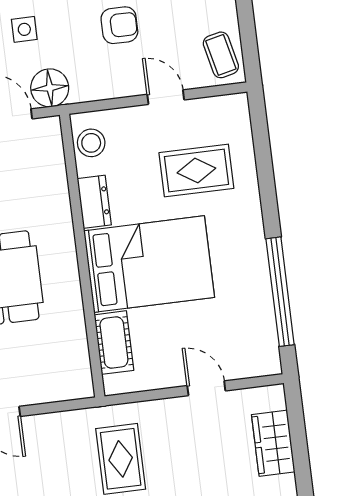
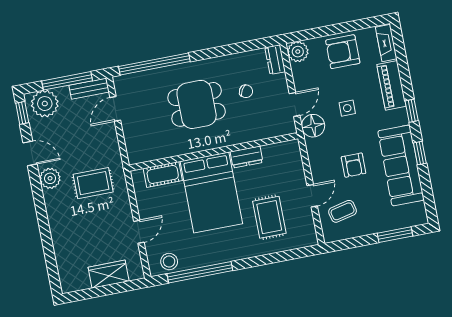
coffee table: (221, 55) -> (343, 211), moved
stool: (91, 143) -> (169, 262), moved

